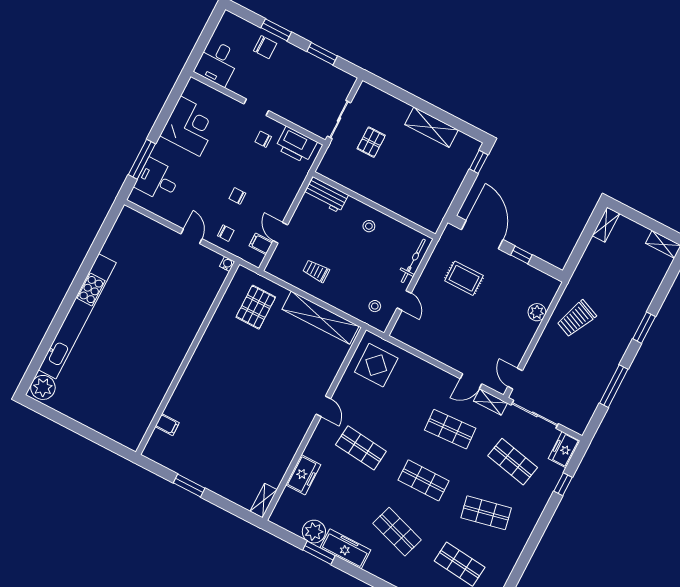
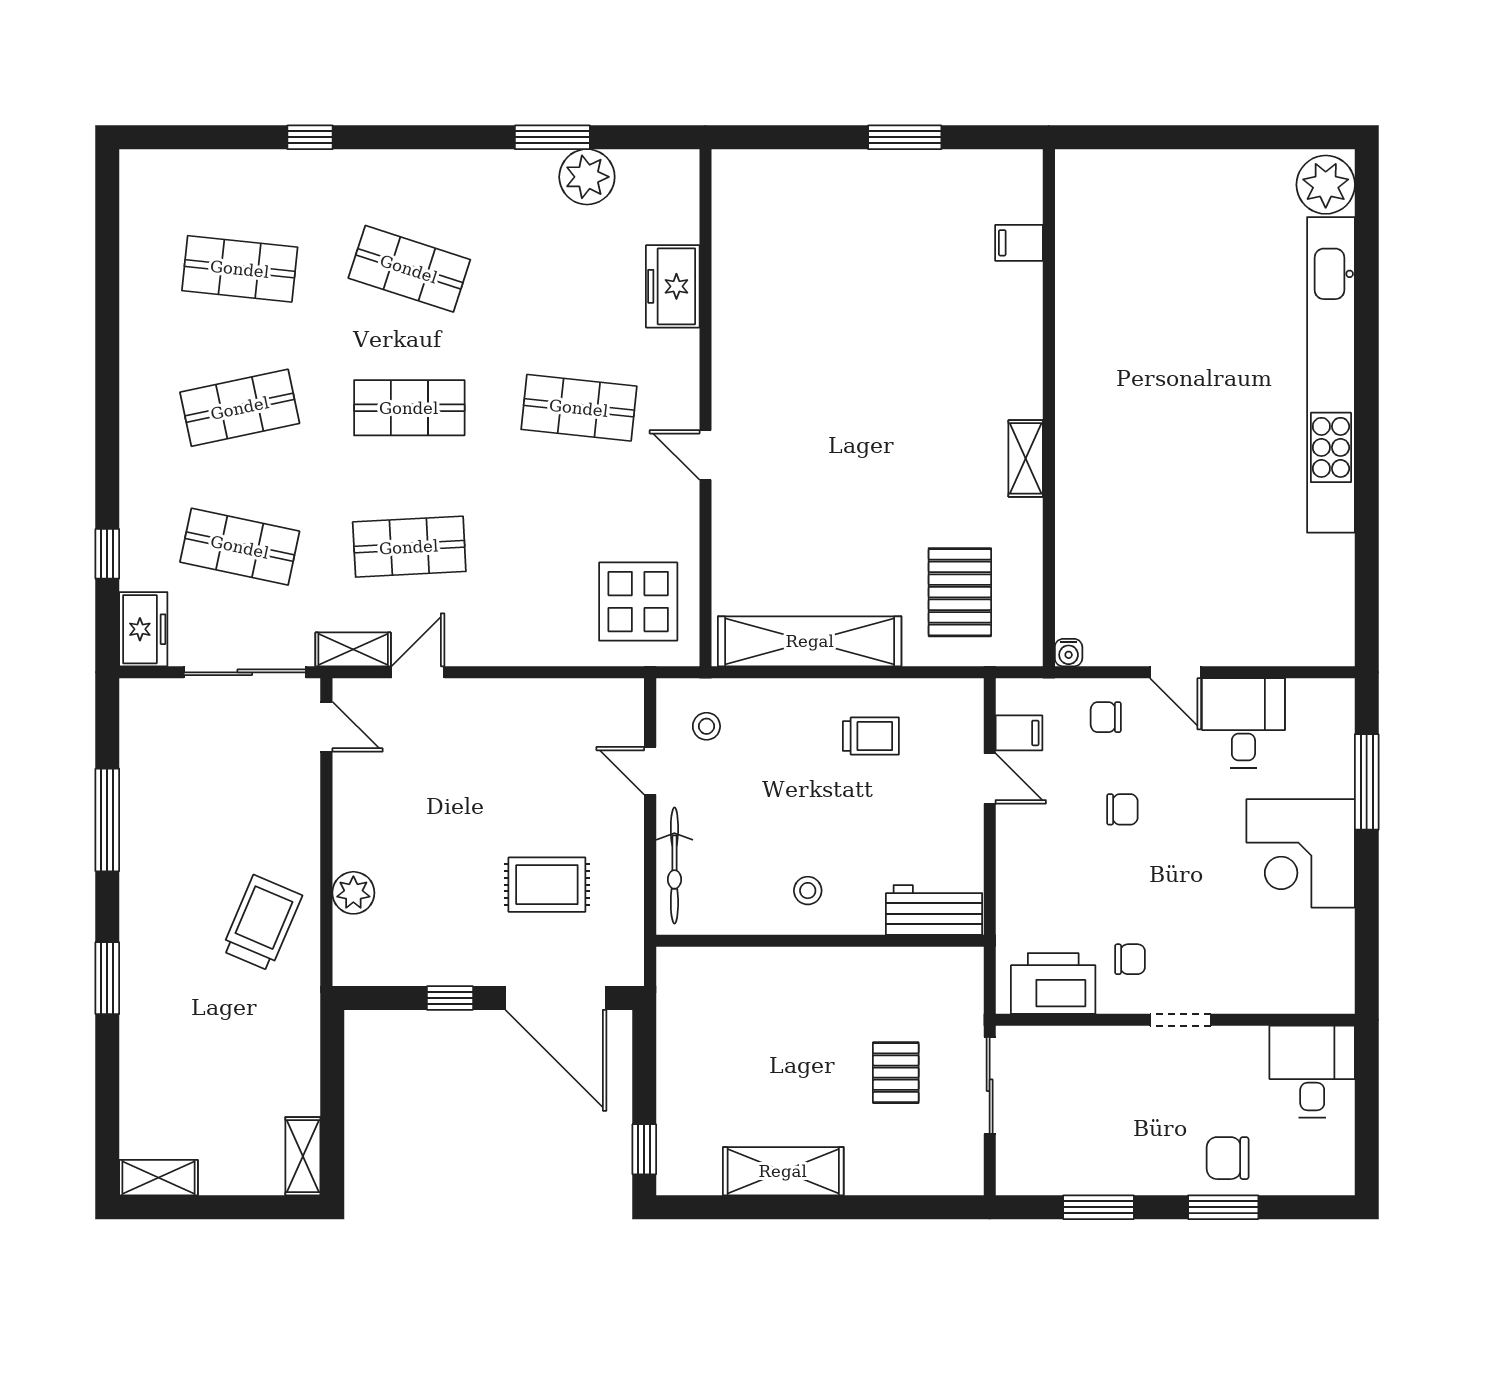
corner desk: (190, 126) -> (1301, 853), moved
desk: (158, 180) -> (1243, 723), moved, turned -90
shelving: (264, 501) -> (1026, 458), moved
freezer: (345, 549) -> (500, 175), removed

